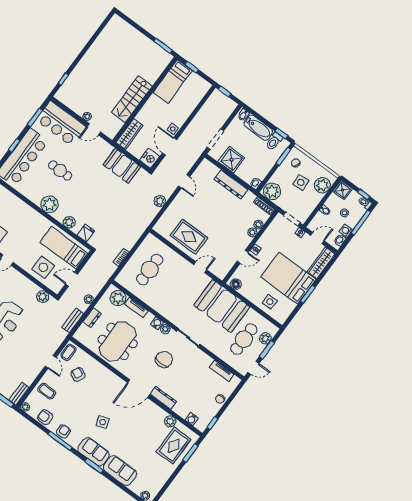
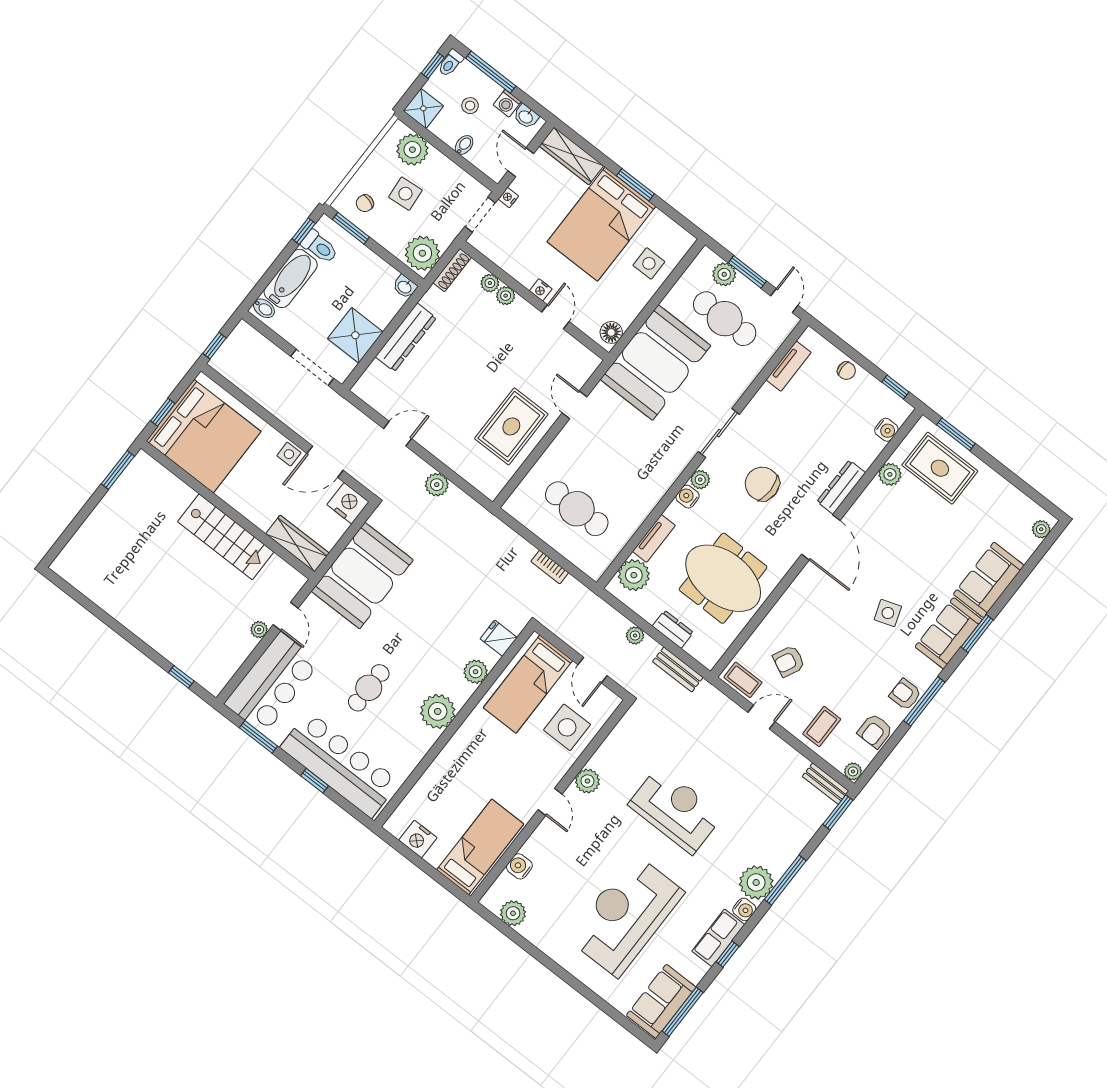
bed: (173, 81) -> (204, 436), width x2.04
booth: (122, 166) -> (362, 576), width x1.36, depth x1.42
plant: (43, 297) -> (587, 781), moved

